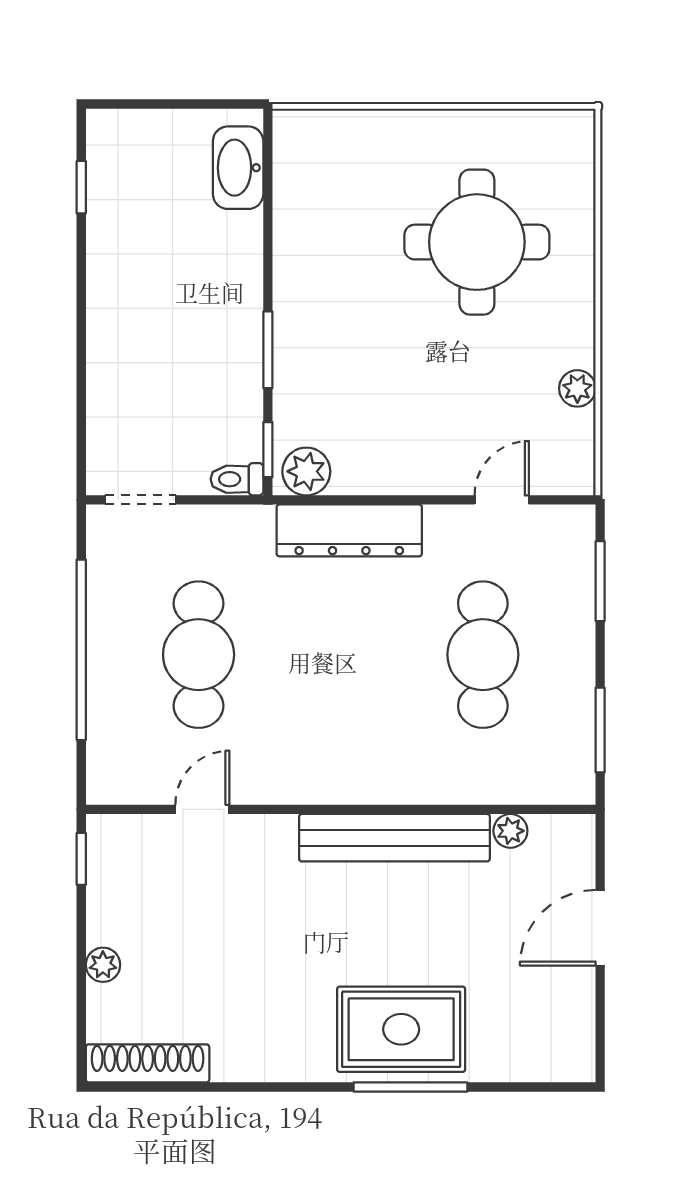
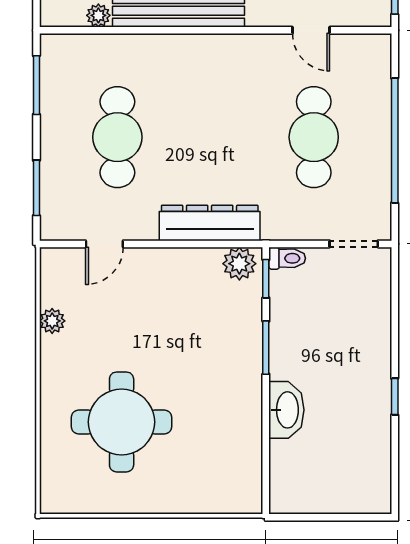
washbasin: (238, 168) -> (286, 410), moved
window: (81, 187) -> (395, 397), moved
door: (202, 809) -> (311, 30), hinge flipped

